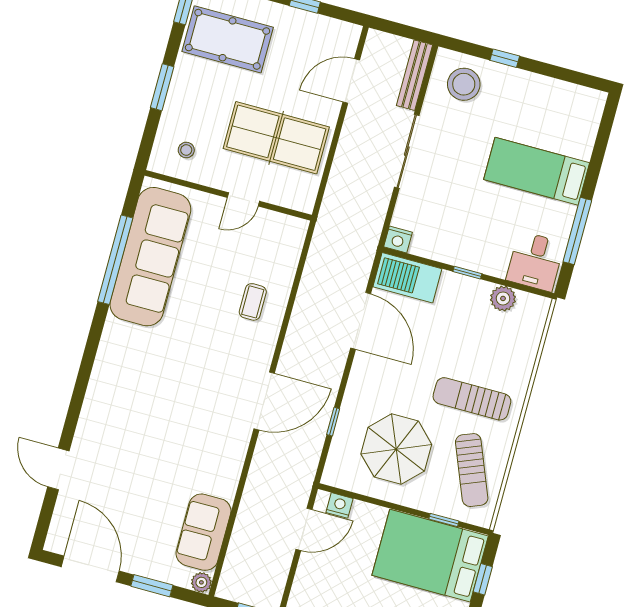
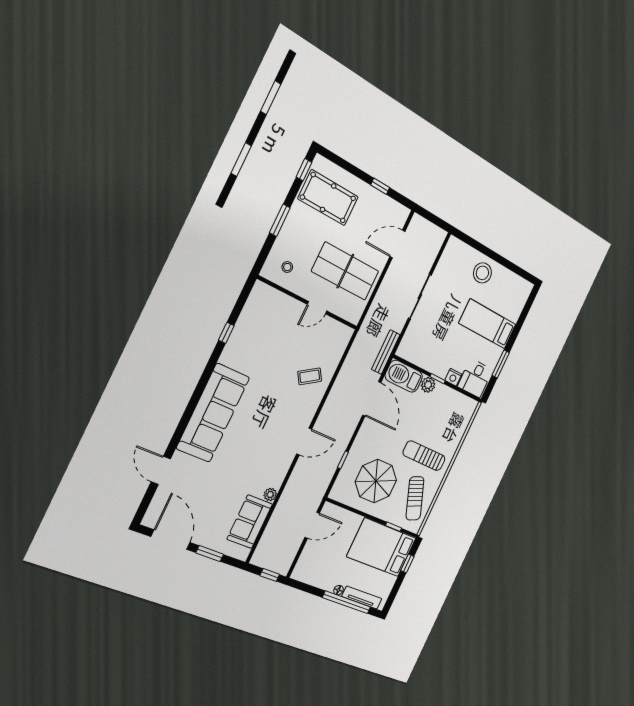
window: (505, 58) -> (485, 251), removed
bench: (414, 75) -> (386, 352), moved
stool: (464, 84) -> (482, 273), moved
window: (577, 231) -> (501, 364), width x0.69
nightstand: (398, 240) -> (453, 377), moved
sofa: (150, 257) -> (213, 413), moved
window: (115, 260) -> (226, 333), width x0.32
plant: (503, 298) -> (428, 385), moved
coffee table: (253, 302) -> (310, 376), turned 57
door: (264, 401) -> (304, 441), width x0.73
nightstand: (339, 505) -> (336, 512), removed
plant: (201, 582) -> (270, 495), moved

